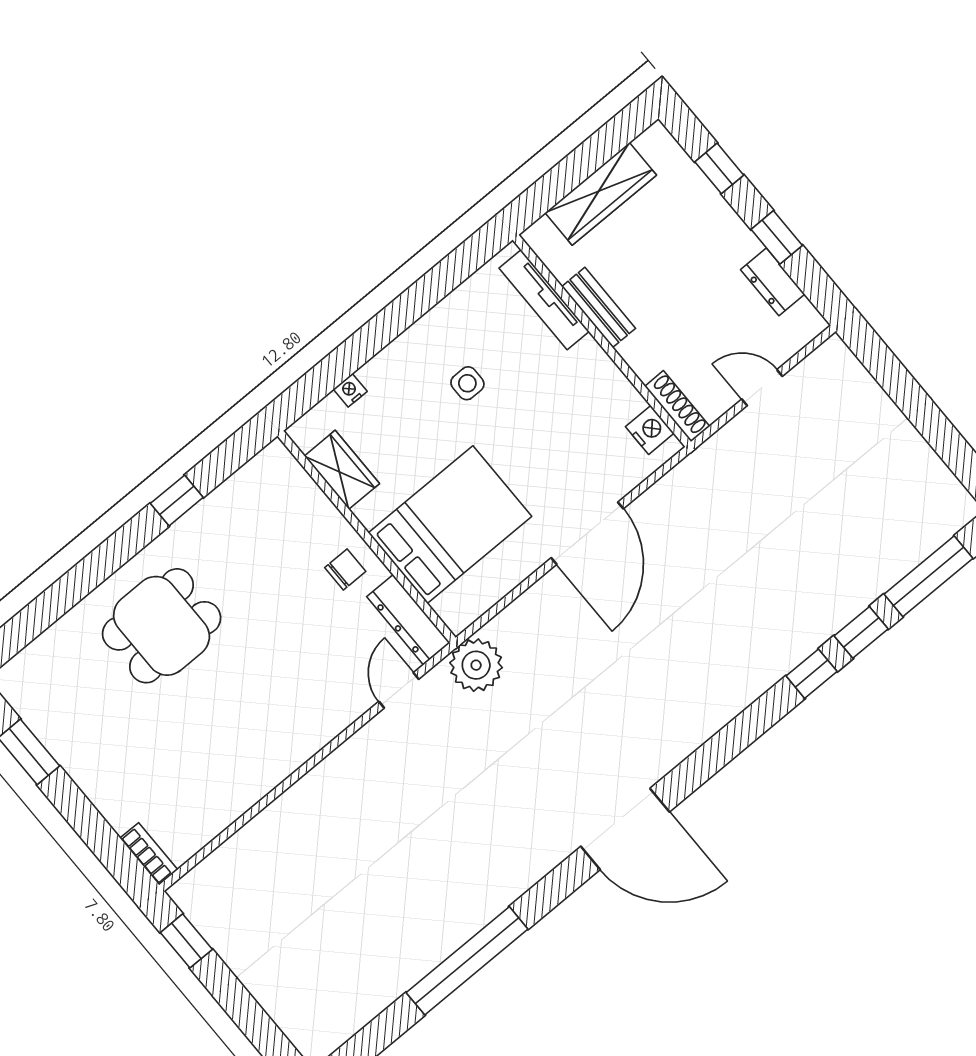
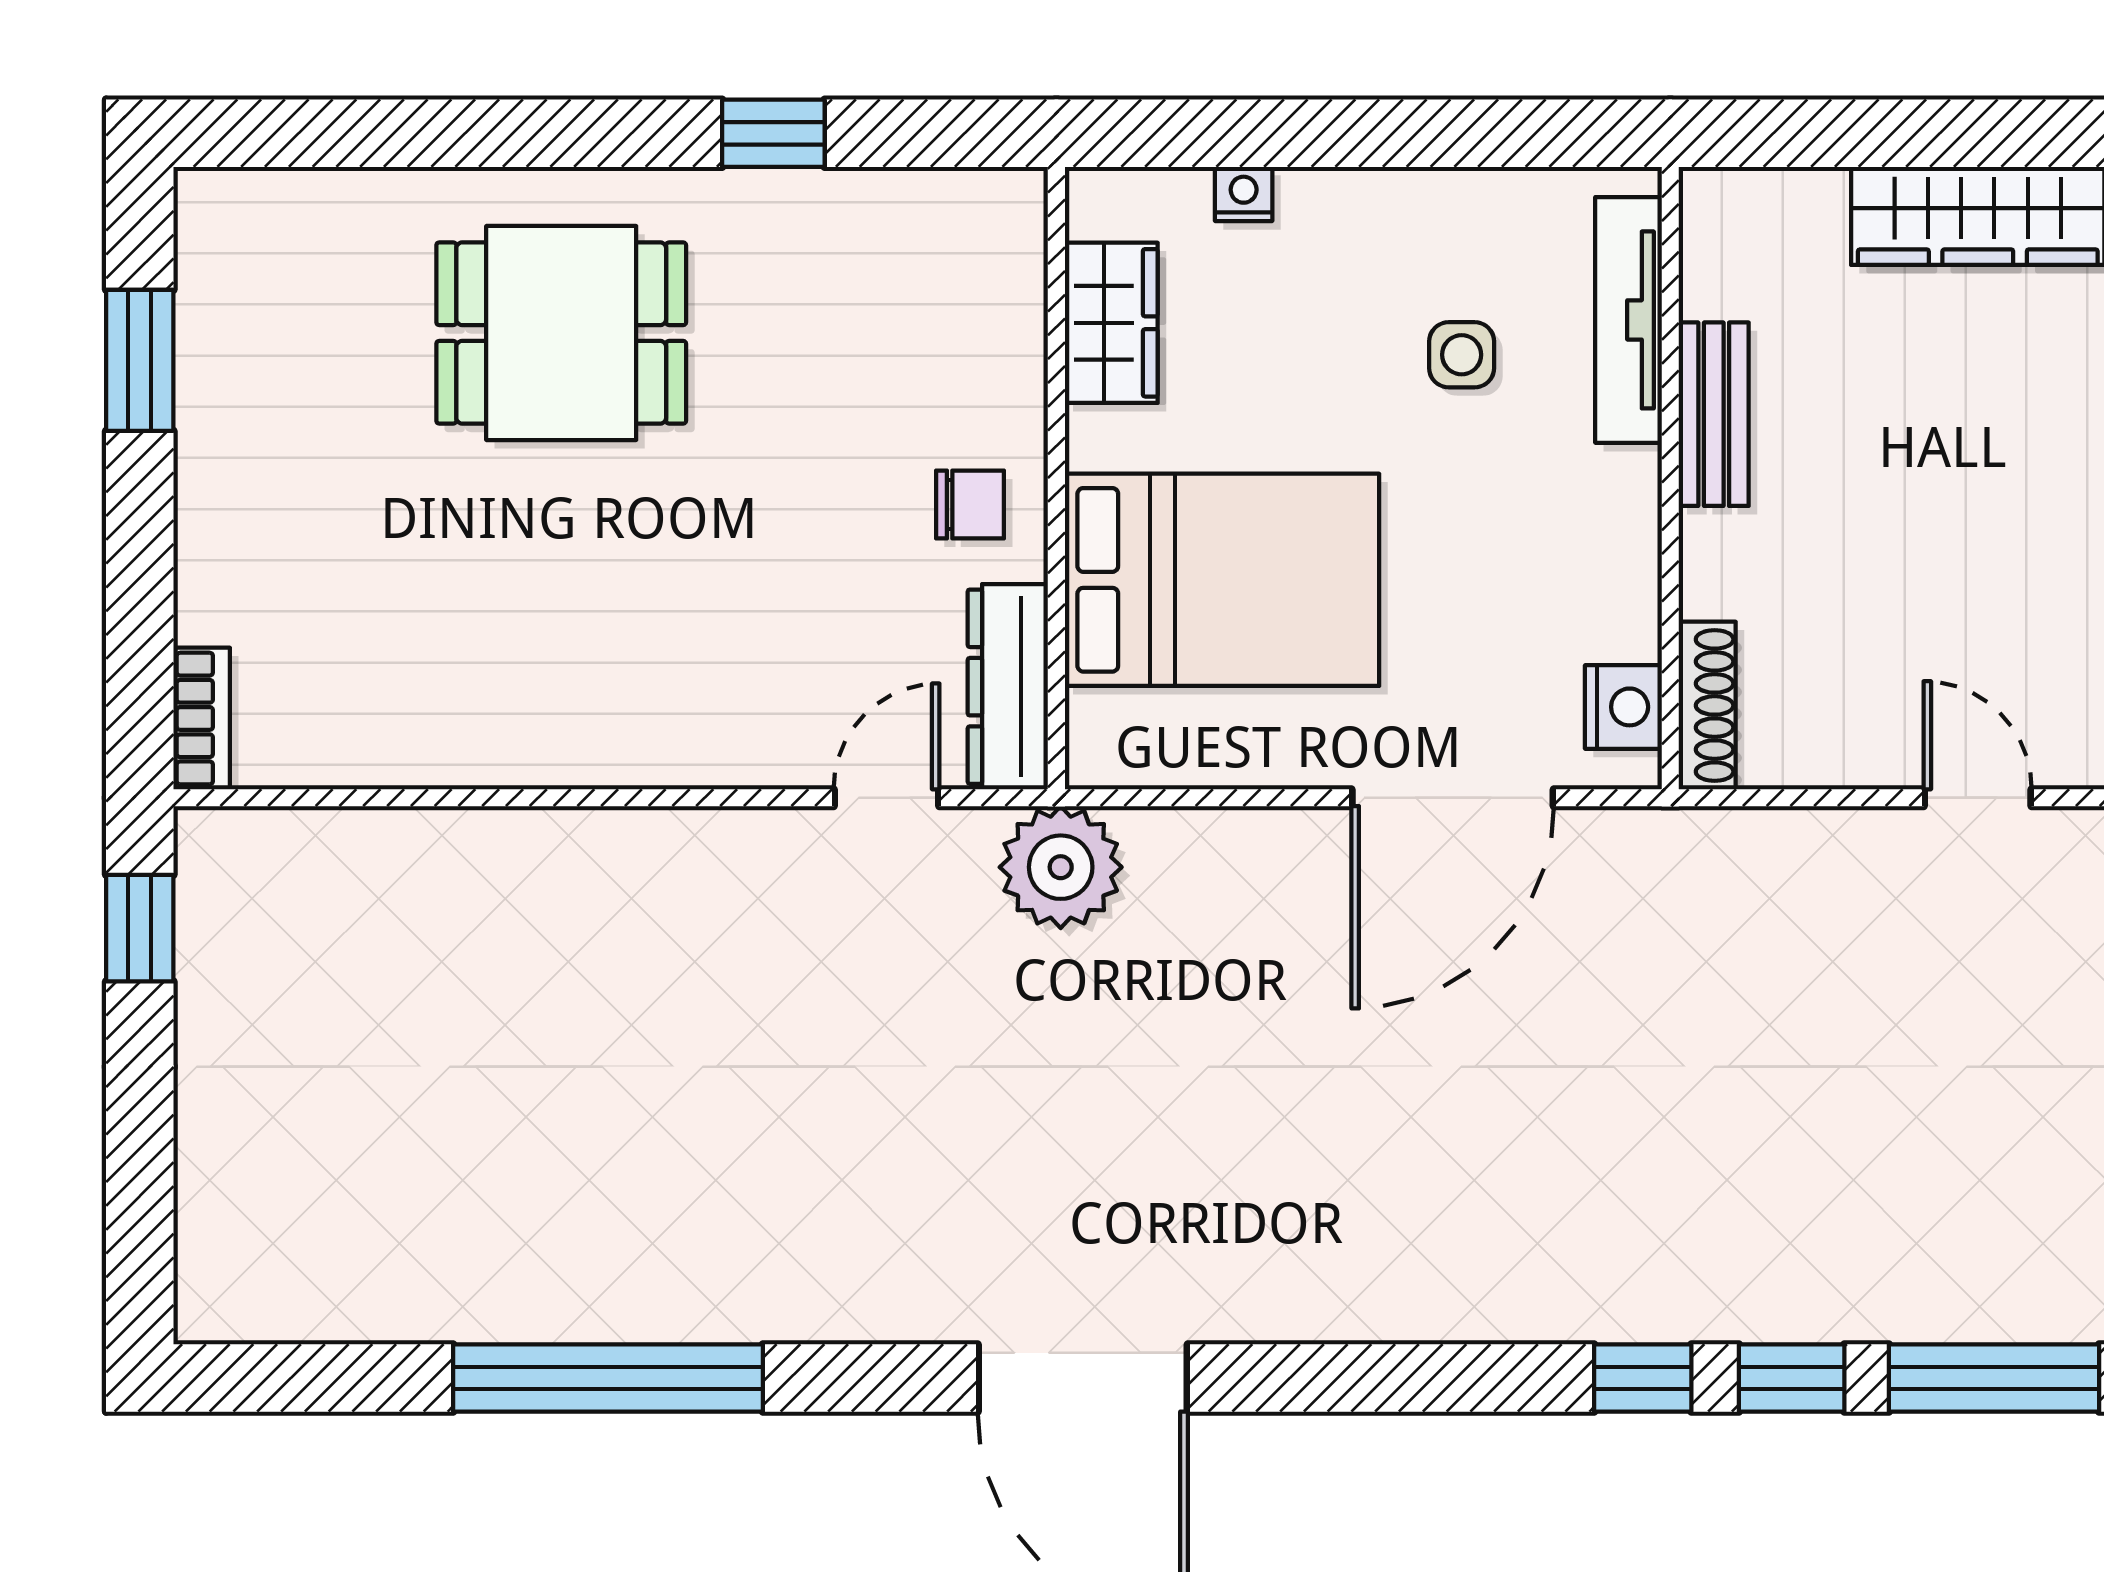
tv unit: (544, 300) -> (1629, 320), moved
bench: (599, 307) -> (1714, 414), moved
wall: (602, 341) -> (1670, 478), moved
shoe rack: (677, 406) -> (1707, 705), moved
nightstand: (650, 430) -> (1623, 707), moved

